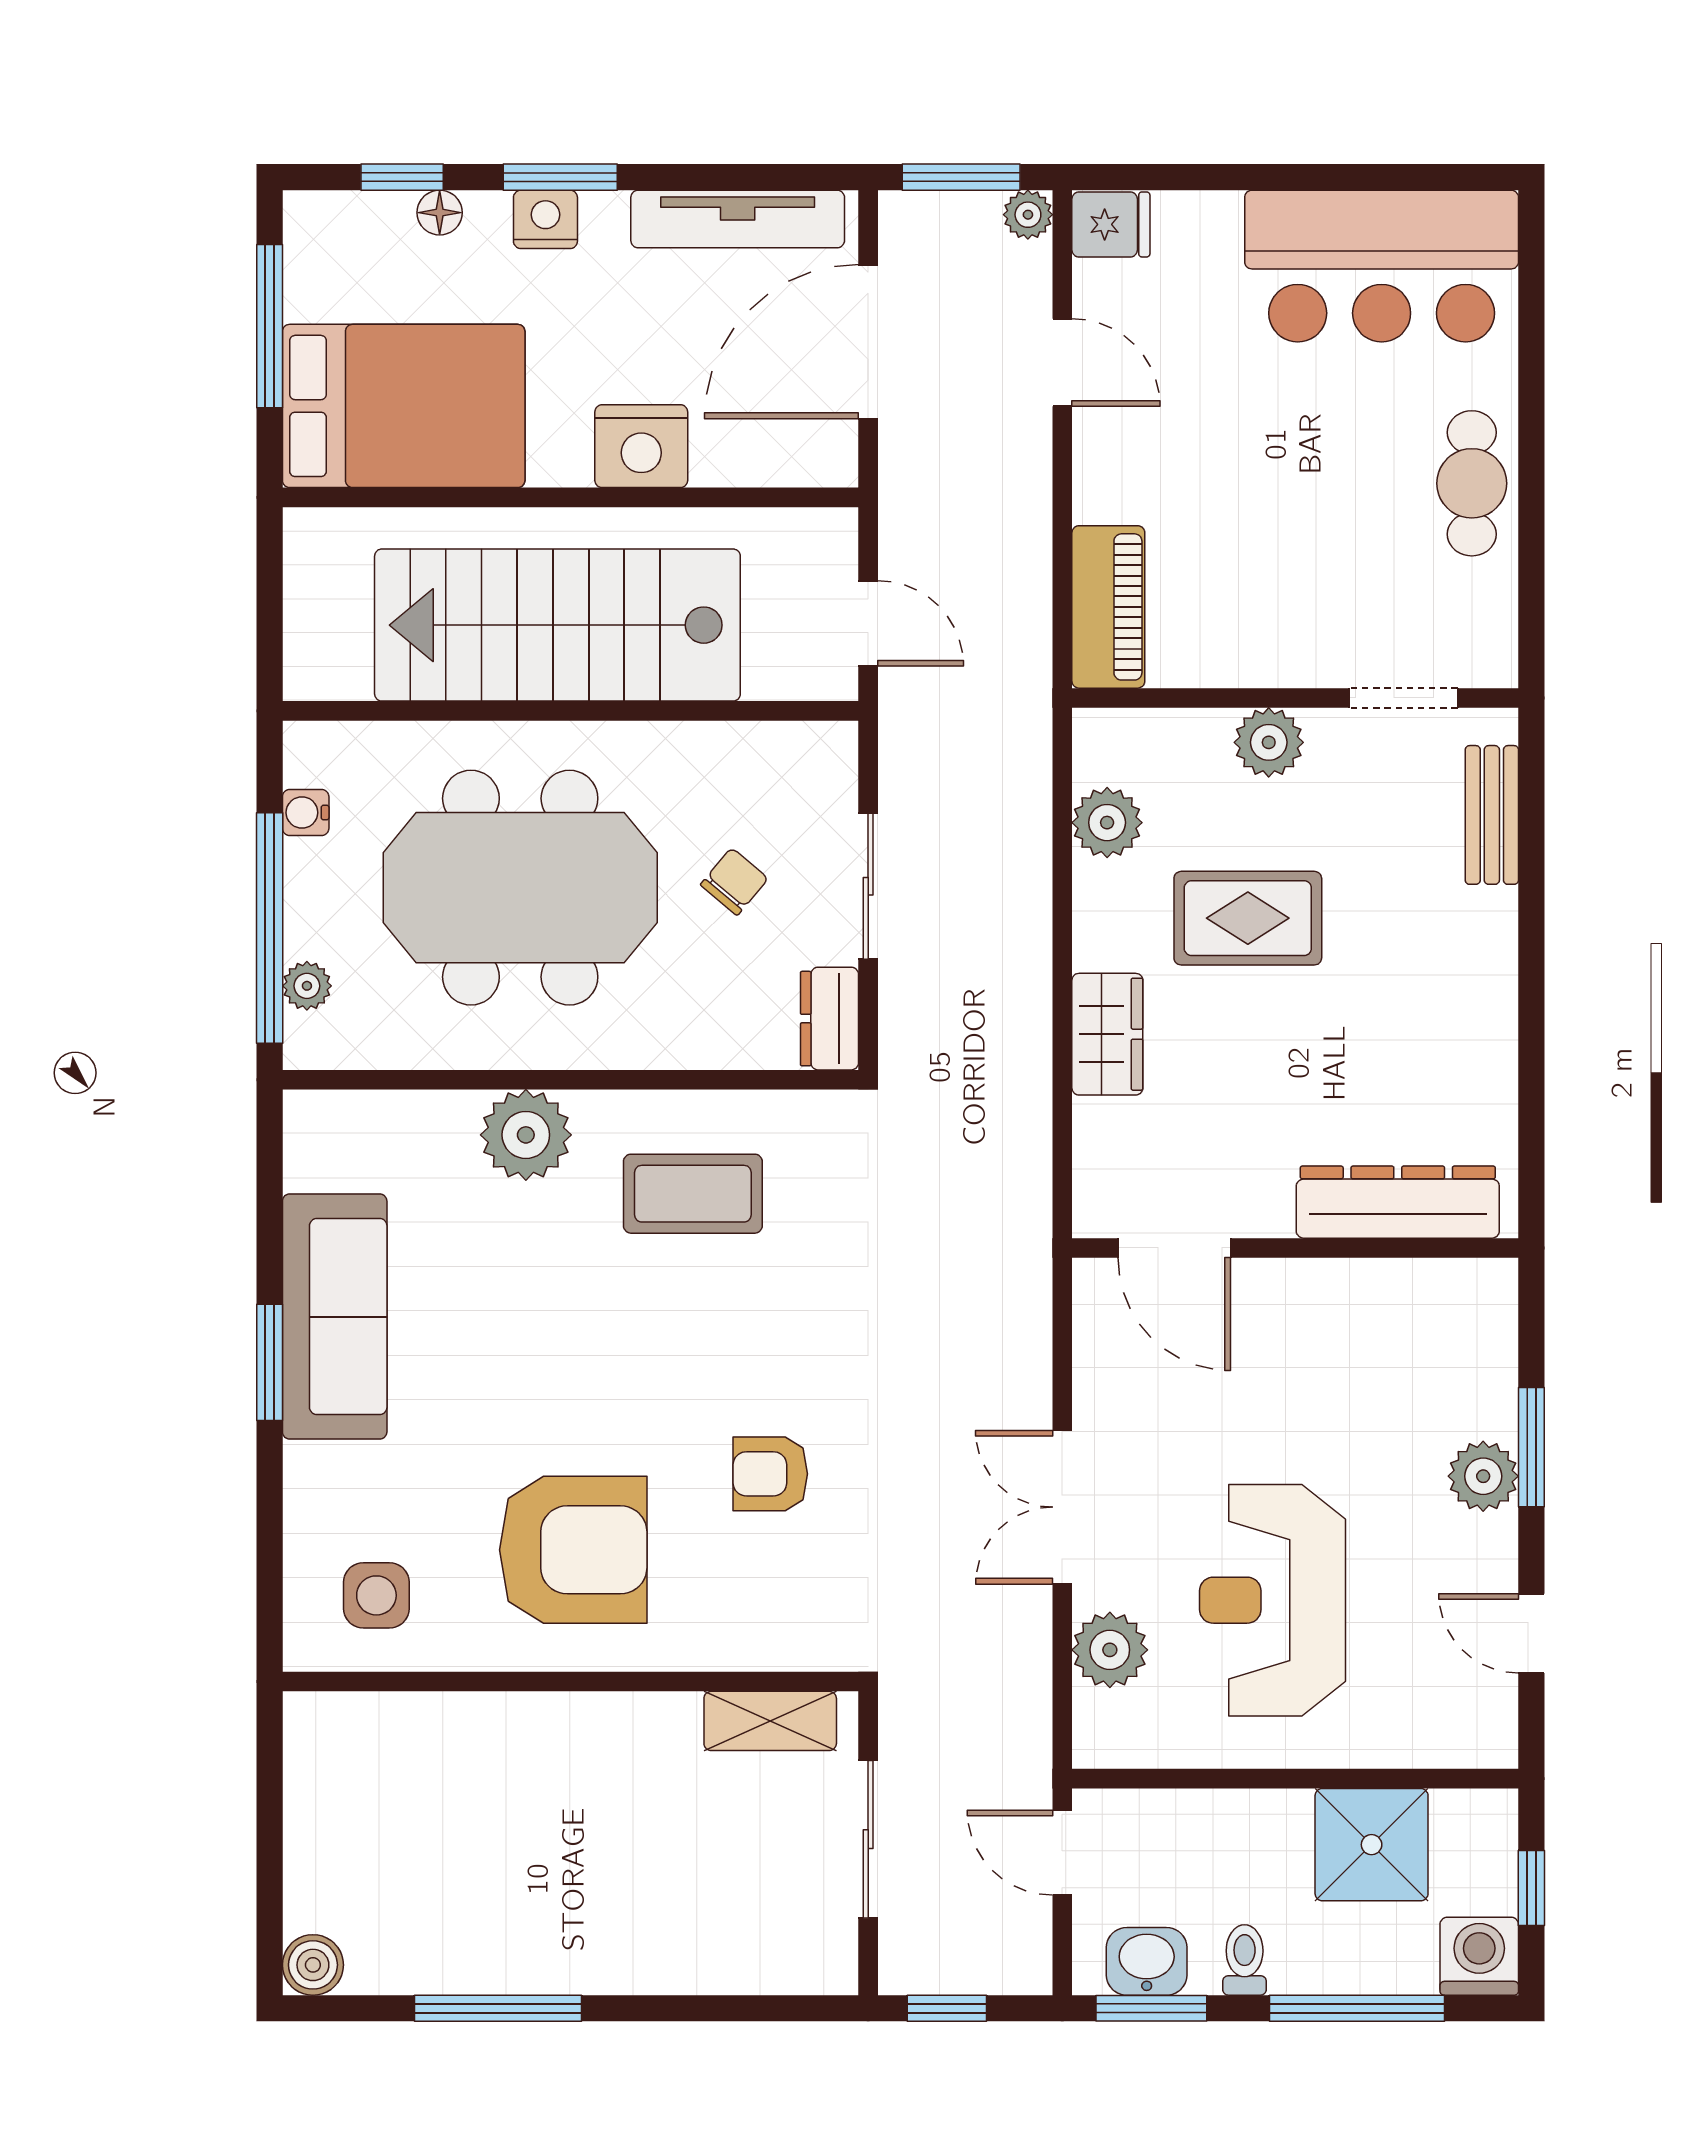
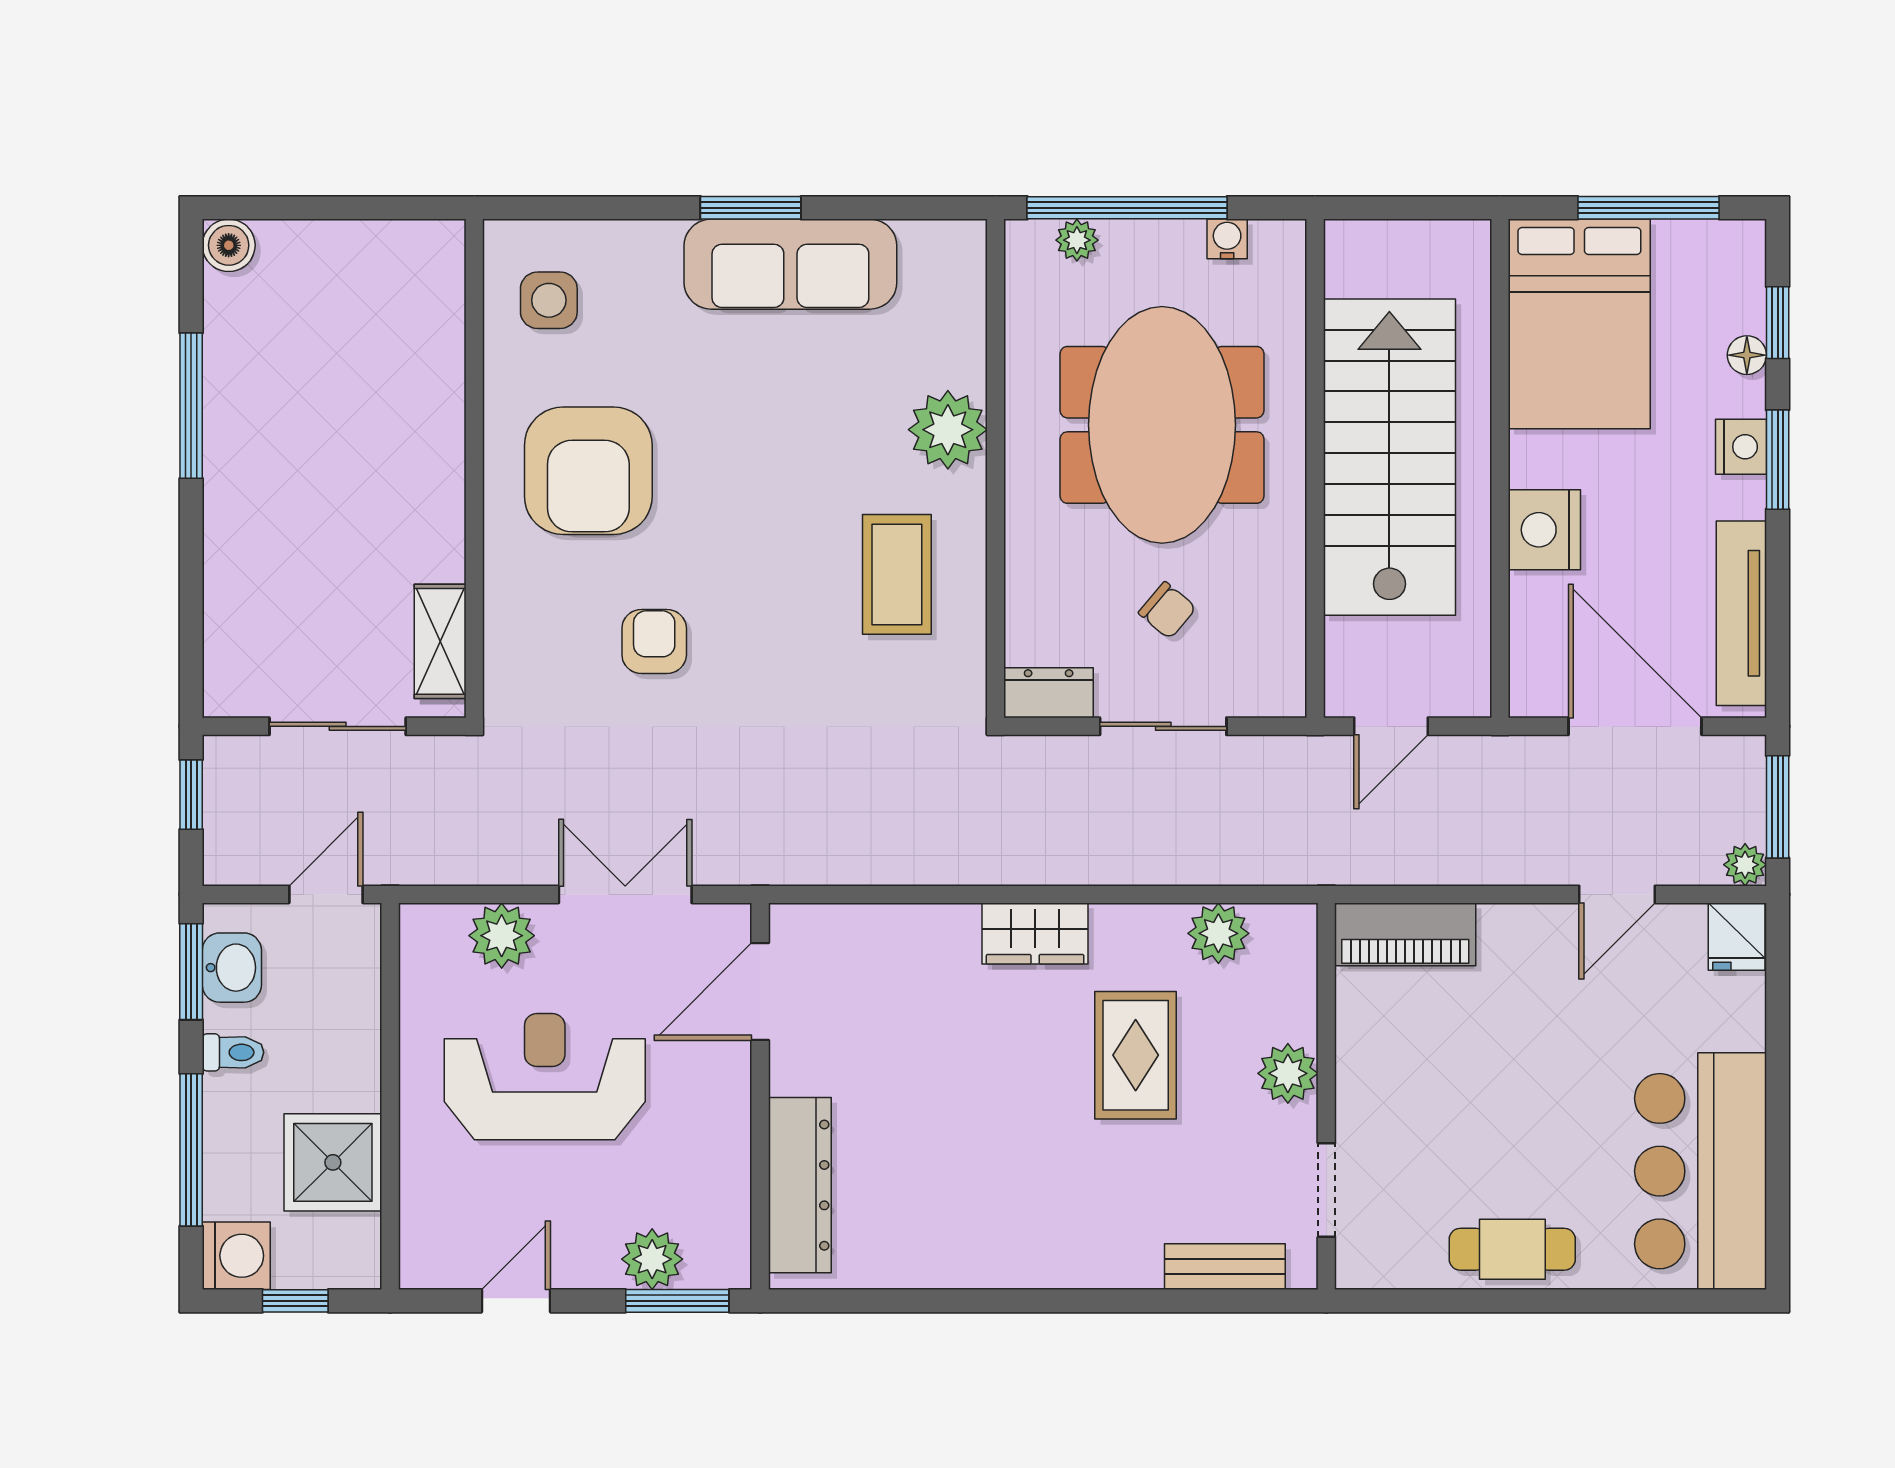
dresser: (1398, 1202) -> (800, 1185), moved
door: (1174, 1248) -> (760, 991), moved
wall: (1295, 1248) -> (760, 1096), moved

